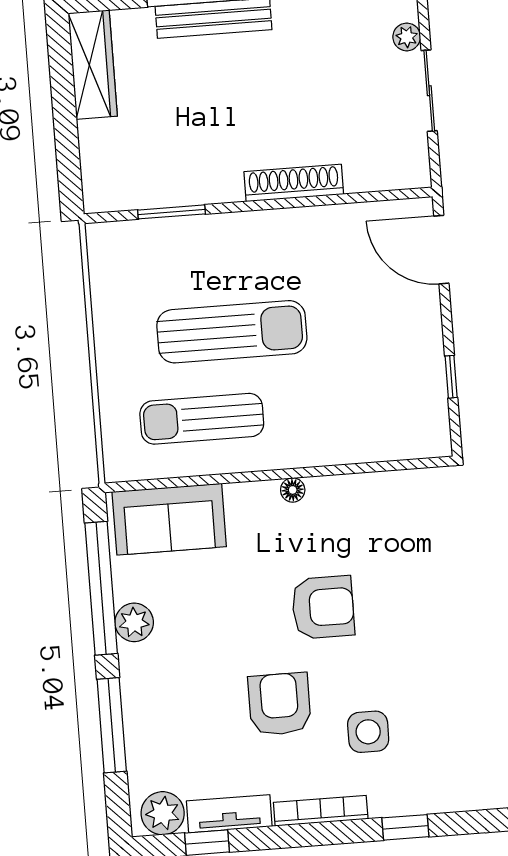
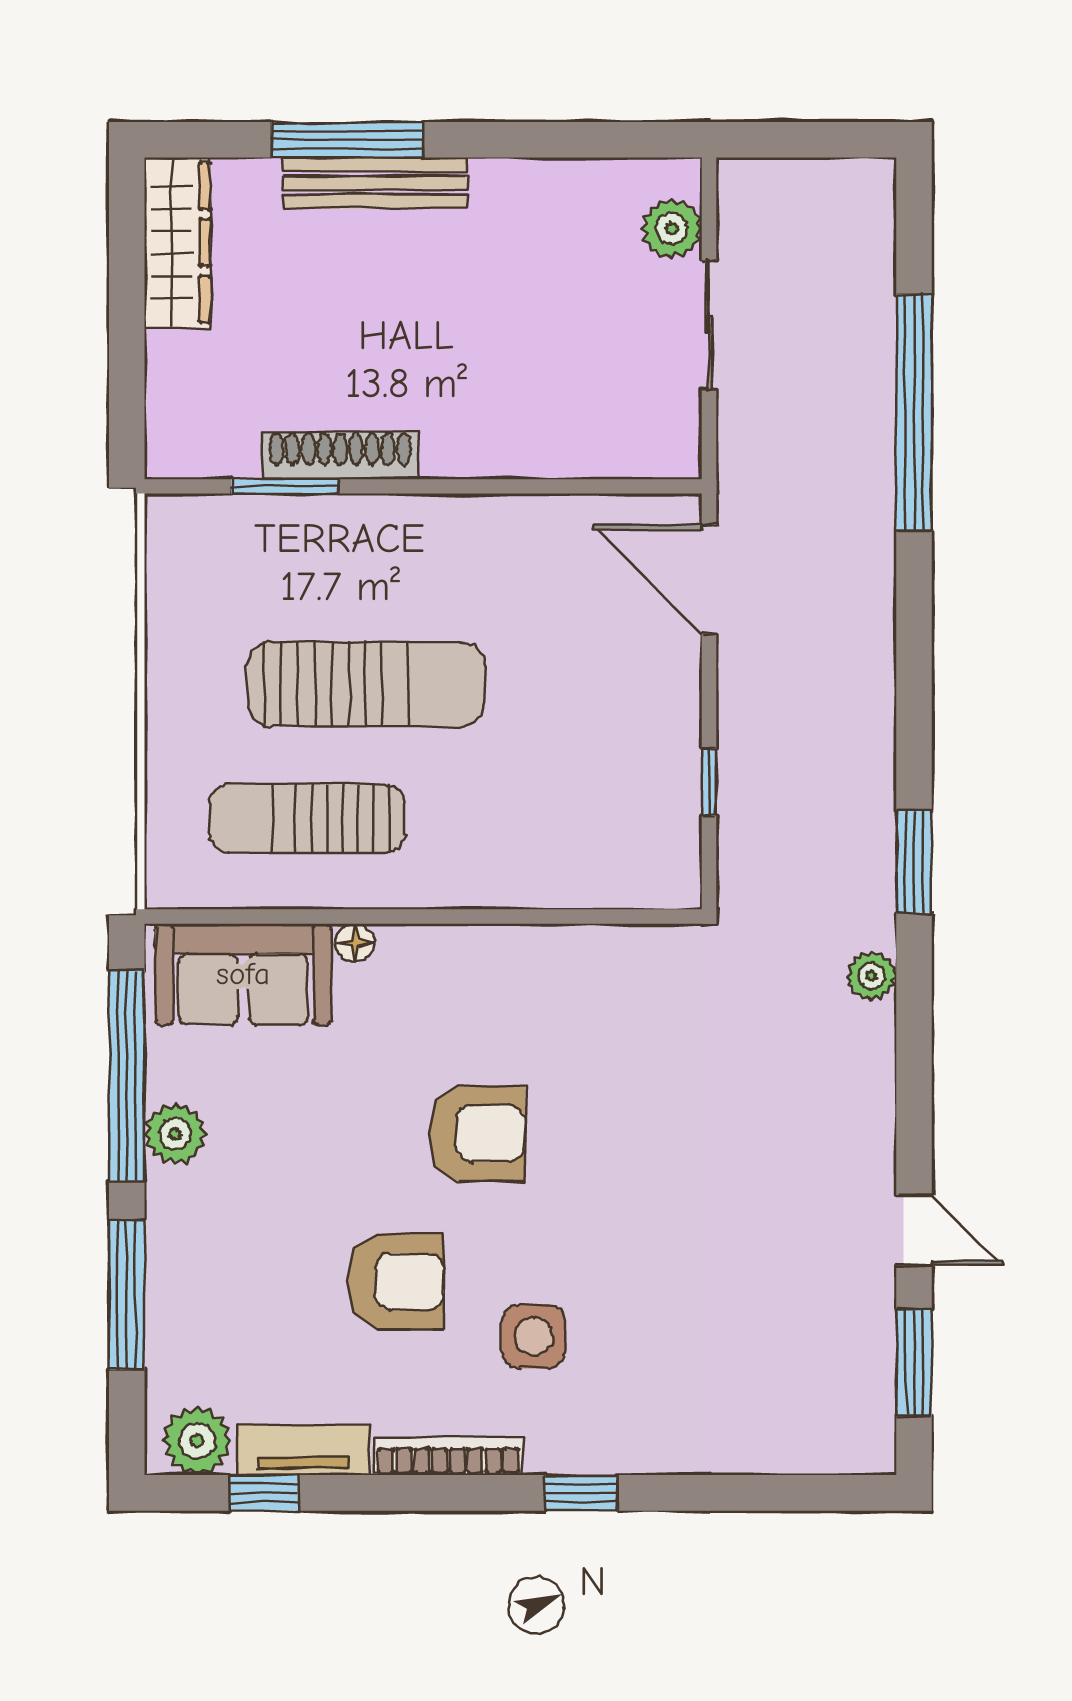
plant: (407, 37) -> (672, 229), width x1.38, depth x1.38
shoe rack: (294, 183) -> (340, 455), moved
floor lamp: (293, 490) -> (355, 943), moved
armchair: (279, 704) -> (396, 1282), turned 90

